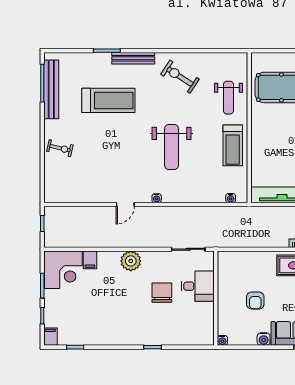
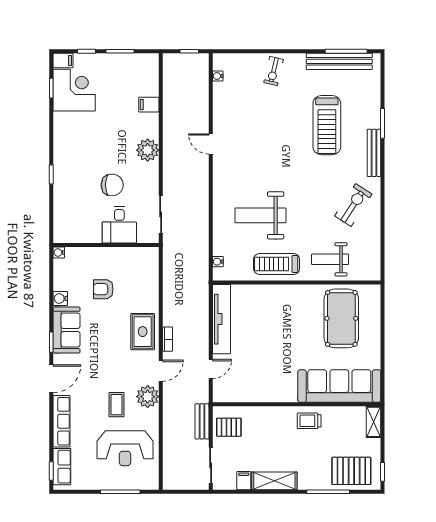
weight bench: (172, 147) -> (260, 215), moved
water cooler: (157, 198) -> (218, 76), moved
corner desk: (63, 270) -> (74, 90), moved, turned 180

